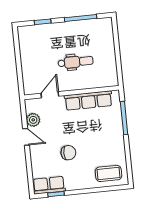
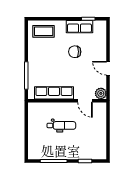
dental chair: (76, 62) -> (61, 125), turned 180
door: (50, 95) -> (85, 101), hinge flipped
plant: (33, 120) -> (101, 93), moved
row of seats: (49, 185) -> (79, 27), moved

